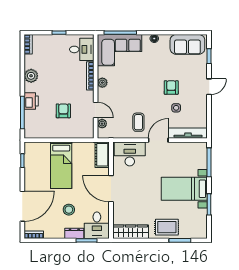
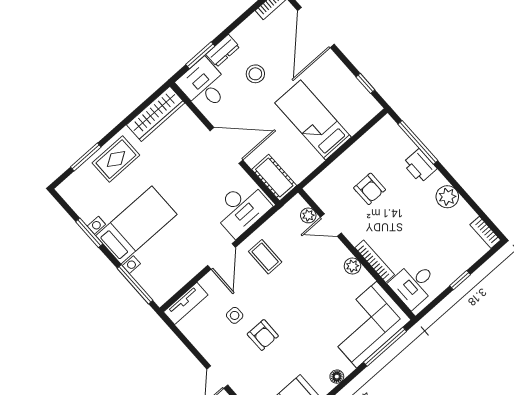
tv unit: (188, 133) -> (186, 303), width x0.71

